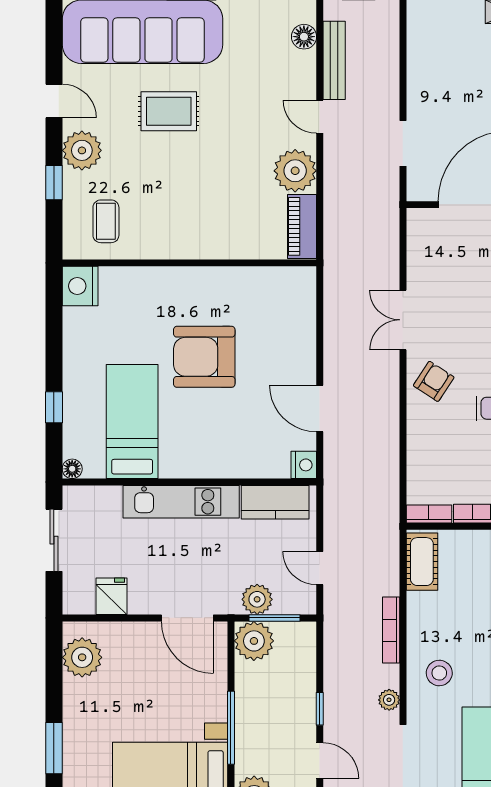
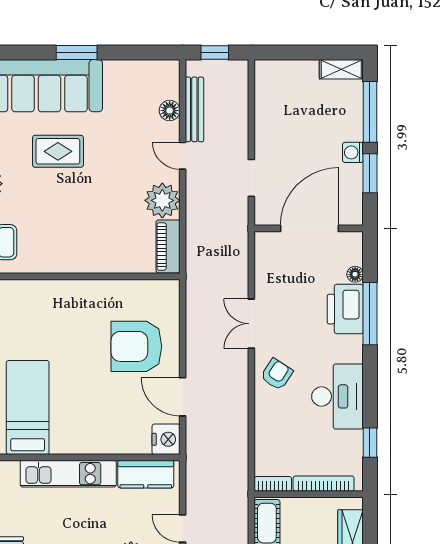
floor lamp: (304, 37) -> (170, 111), moved
armchair: (204, 357) -> (136, 346), moved
nightstand: (304, 465) -> (166, 439), width x1.36, depth x1.33

